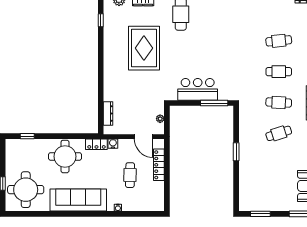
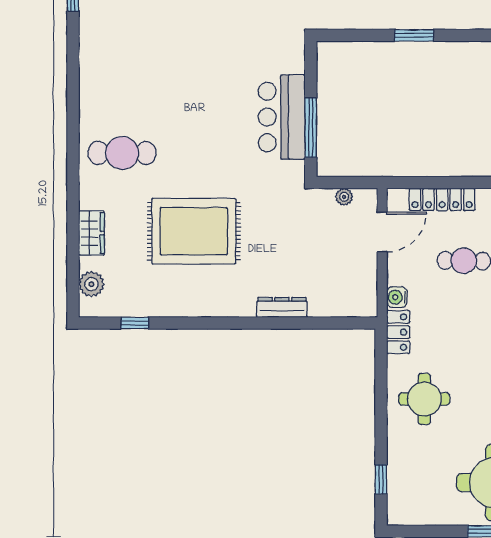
window: (214, 103) -> (311, 128), moved
dresser: (108, 114) -> (282, 307), moved
round table: (65, 156) -> (424, 399), width x0.73, depth x0.73

